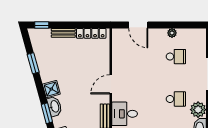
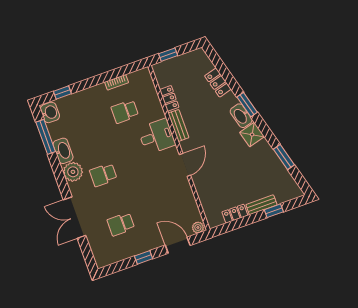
window: (42, 25) -> (274, 211), moved
window: (168, 25) -> (144, 257), added
locker: (91, 33) -> (235, 214), width x0.66
plant: (172, 33) -> (198, 227), moved

